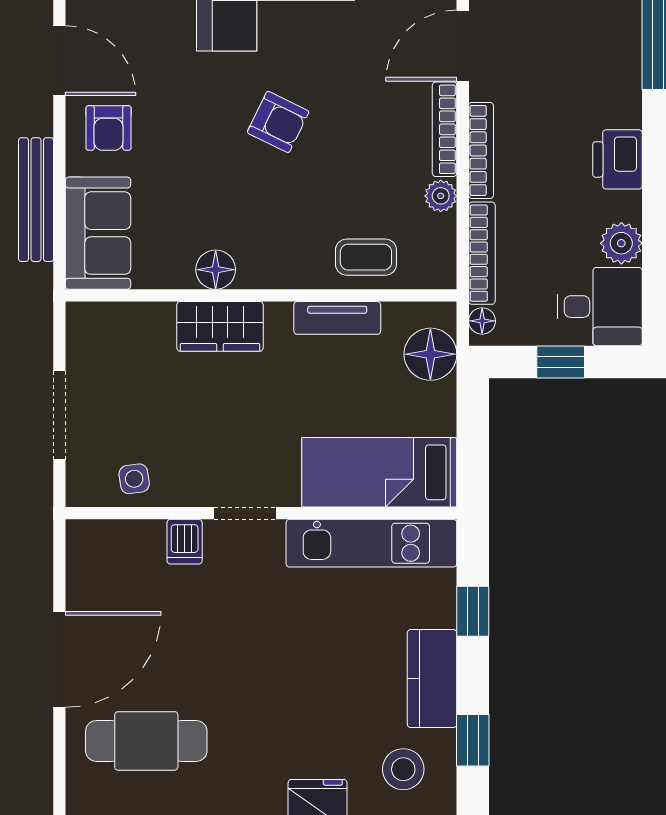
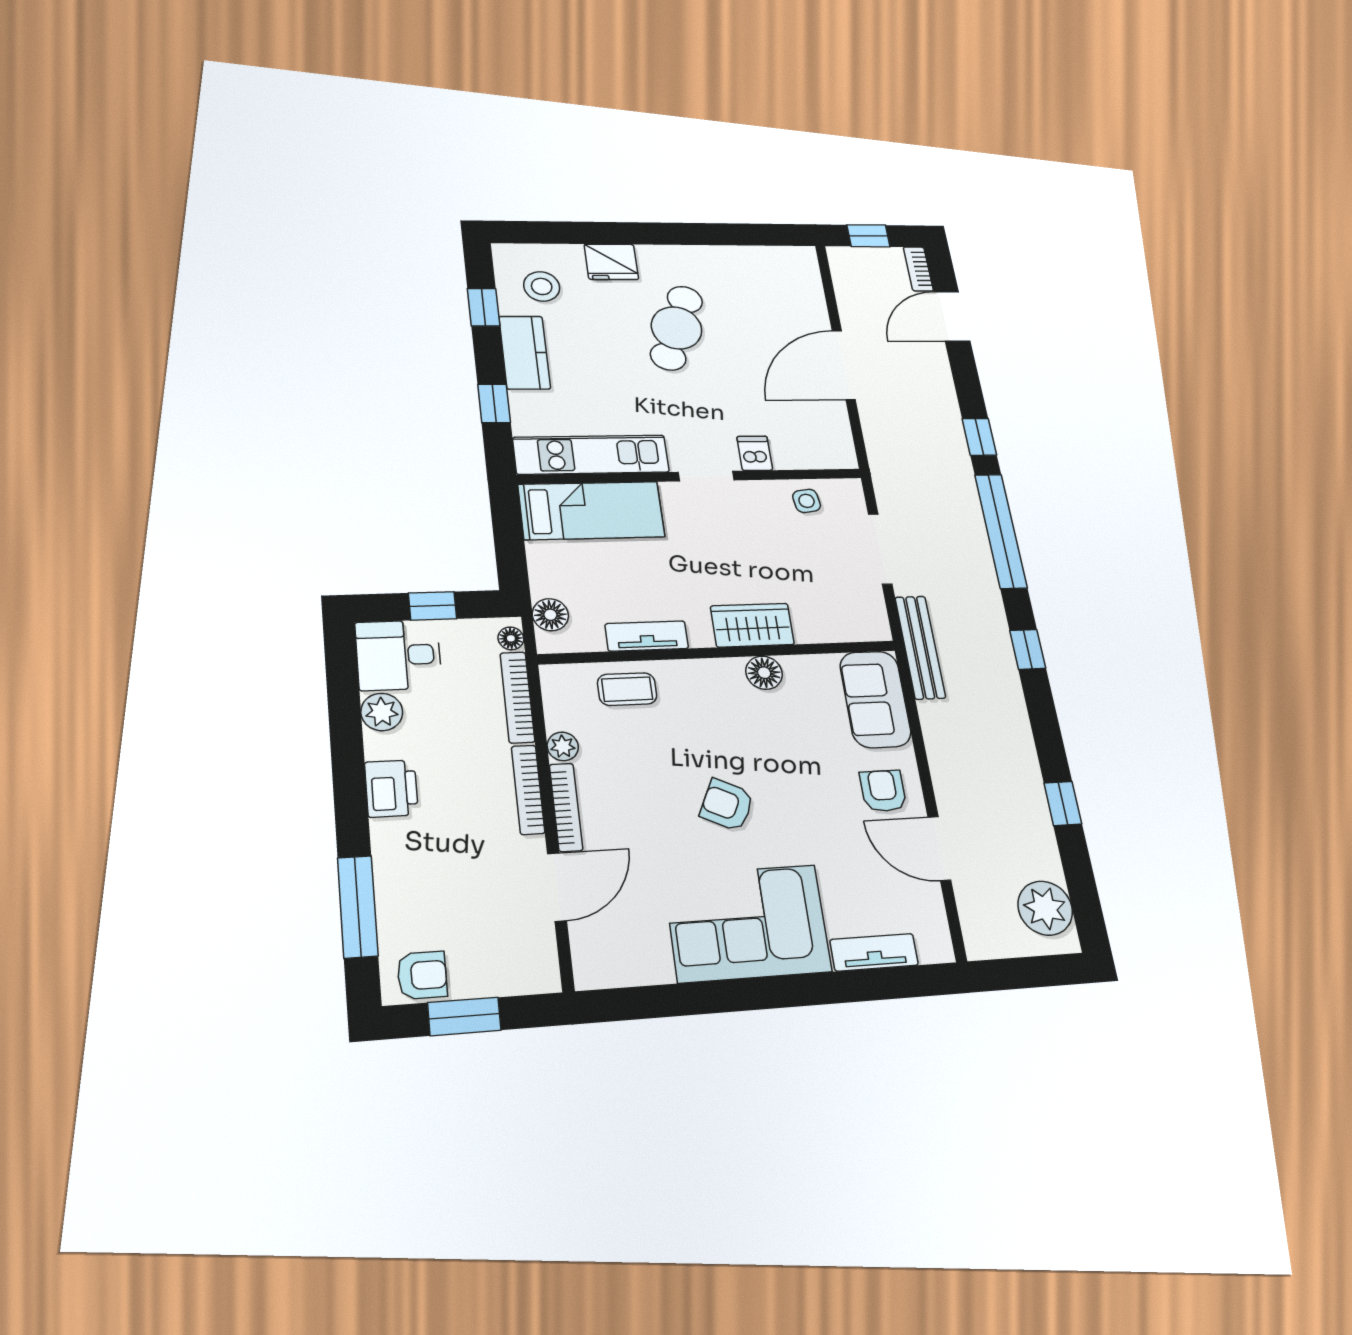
bench: (36, 200) -> (920, 647), moved
floor lamp: (430, 354) -> (550, 615), width x0.73, depth x0.73
cafe table: (146, 741) -> (677, 328), moved, turned -69

